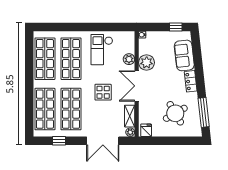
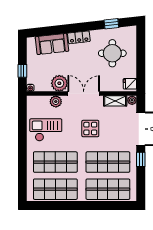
window: (176, 27) -> (22, 71), moved
checkout: (102, 50) -> (46, 130), turned 180
double door: (137, 86) -> (84, 94), swing flipped
window: (204, 112) -> (111, 24), width x0.46
round table: (175, 113) -> (112, 53), turned 30
window: (59, 141) -> (141, 159), moved

